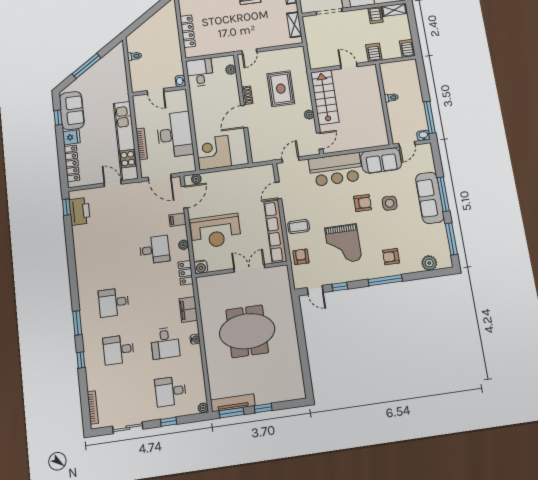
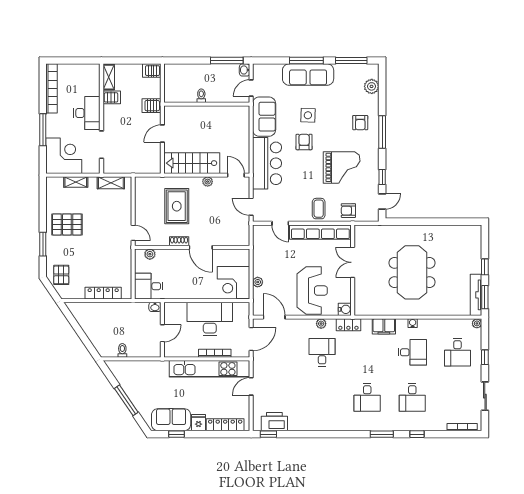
rug: (281, 89) -> (177, 206), turned 90
door: (407, 144) -> (251, 88), swing flipped
plant: (196, 179) -> (258, 282), moved
filing cabinet: (178, 220) -> (296, 326), removed

